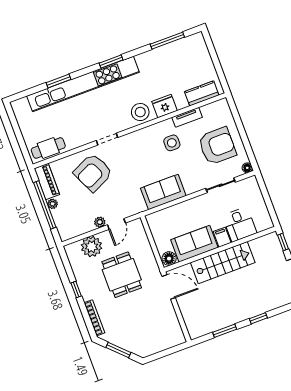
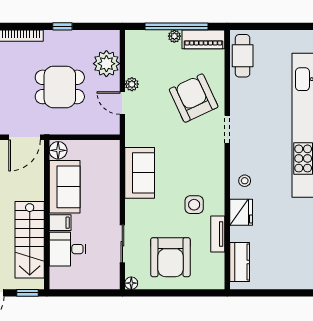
stool: (140, 112) -> (245, 181), width x0.53, depth x0.53
stairs: (223, 263) -> (30, 240), moved

